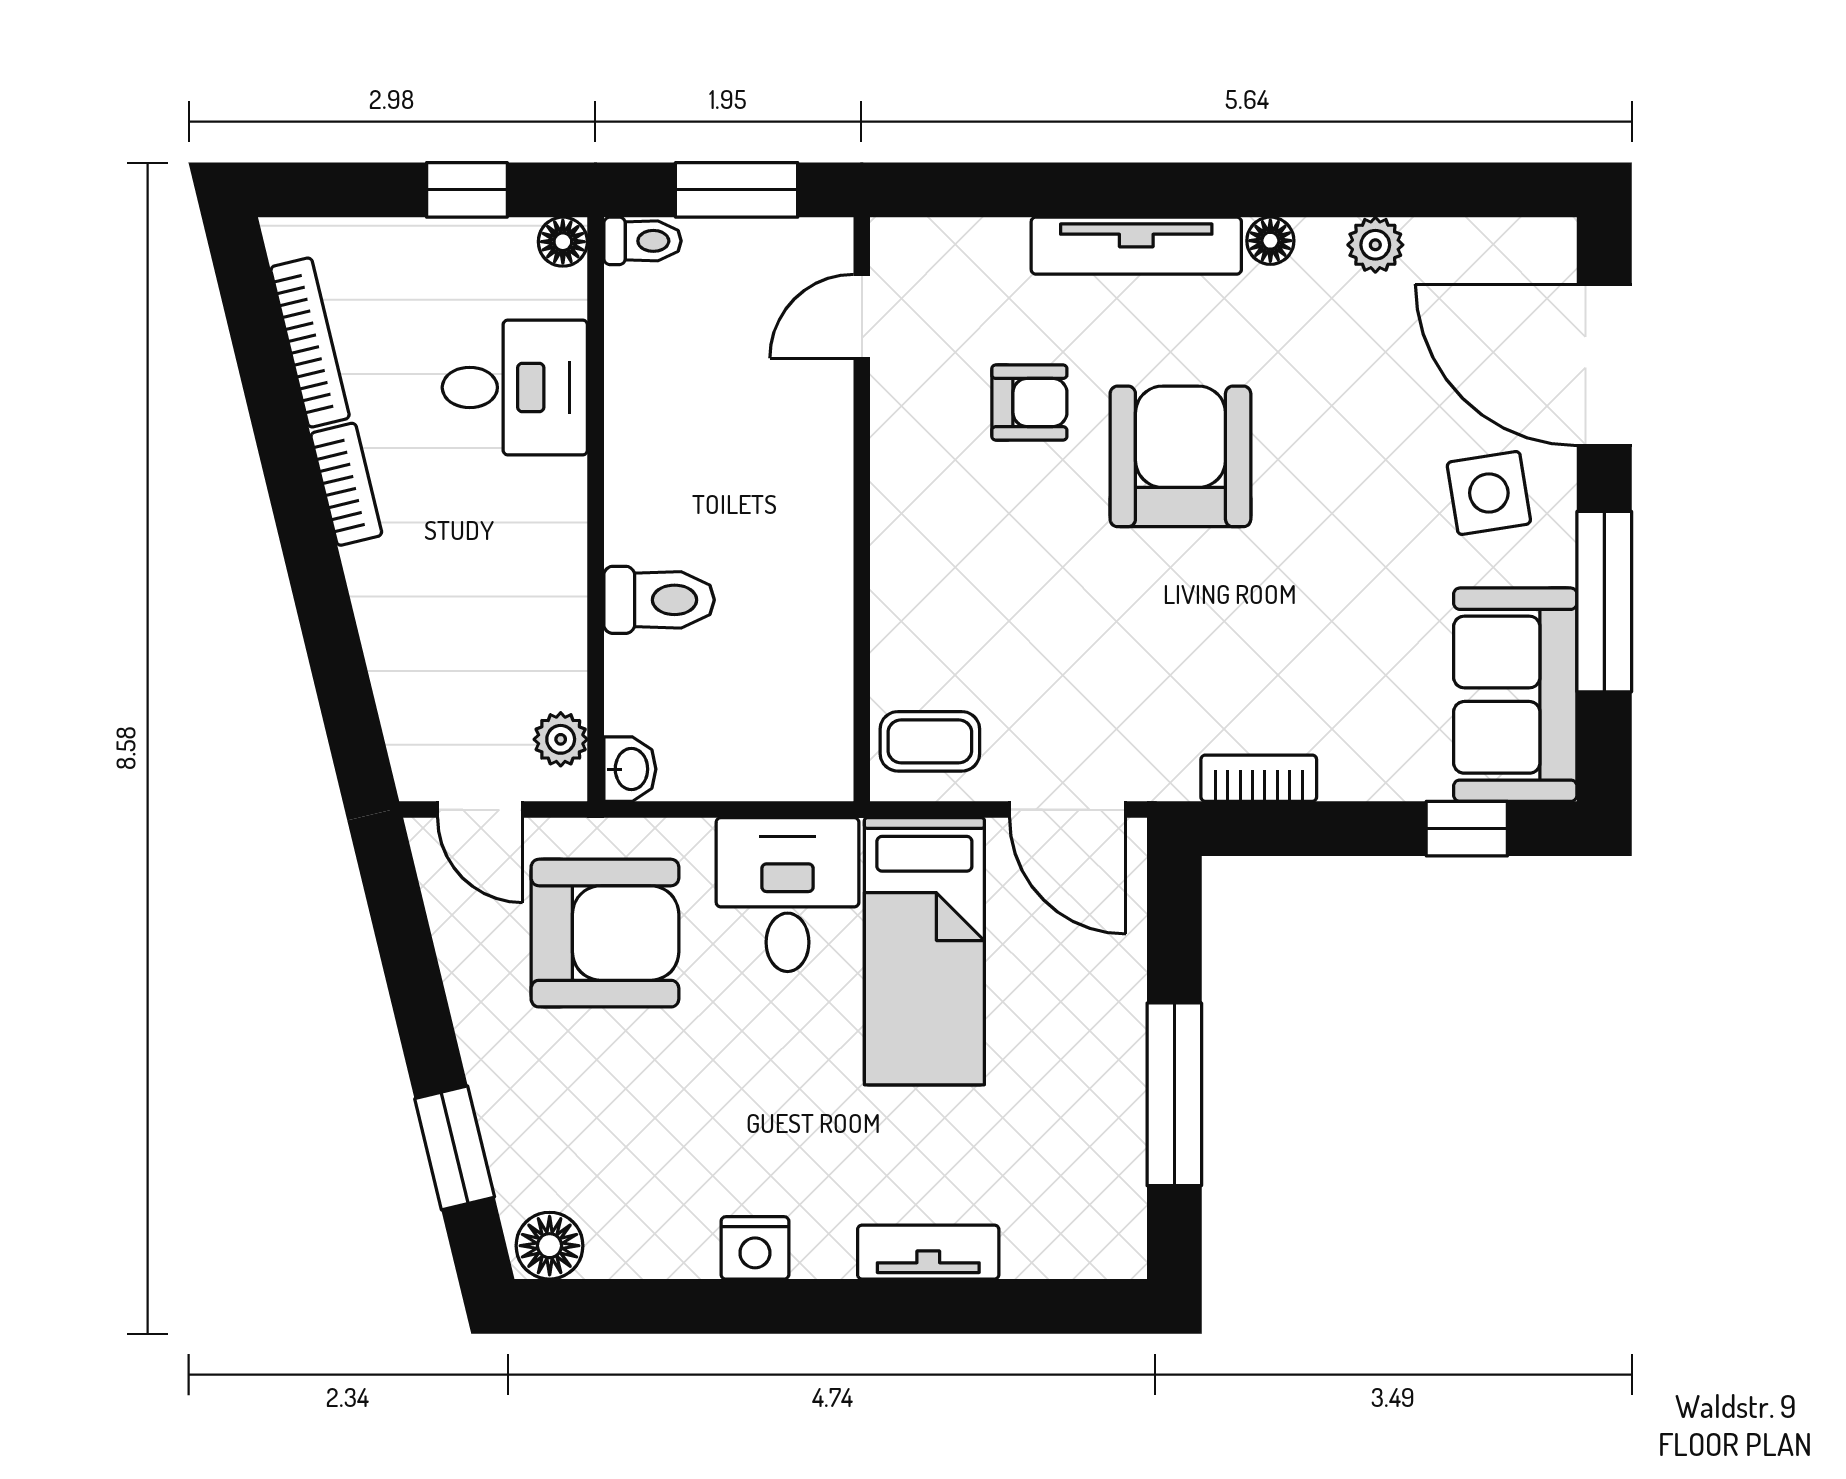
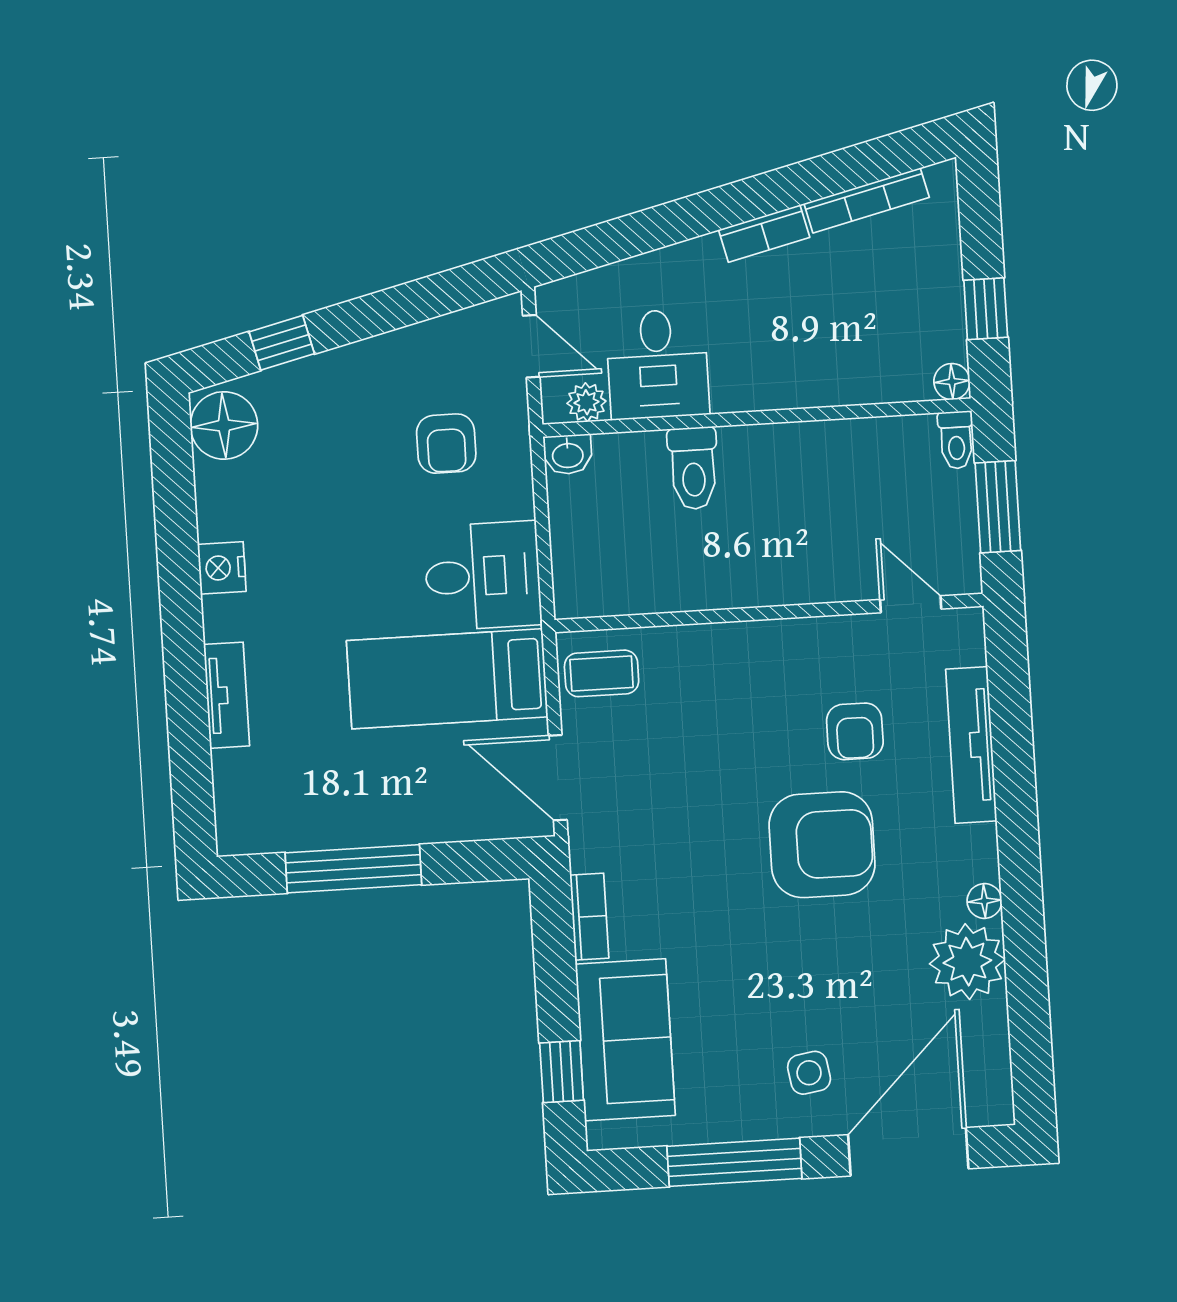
plant: (1375, 245) -> (967, 962), width x1.88, depth x1.88
tv unit: (1136, 246) -> (971, 745), moved
desk: (515, 387) -> (657, 364), moved
side table: (1489, 493) -> (809, 1073), width x0.73, depth x0.73
sofa: (1515, 695) -> (625, 1040), moved, turned 90
coffee table: (930, 741) -> (602, 673), turned 90
door: (480, 810) -> (531, 346), swing flipped
door: (1068, 810) -> (558, 778), hinge flipped
armchair: (605, 933) -> (446, 444), width x0.53, depth x0.53
window: (455, 1148) -> (282, 343), width x0.67
floor lamp: (550, 1246) -> (224, 425), width x1.38, depth x1.38

